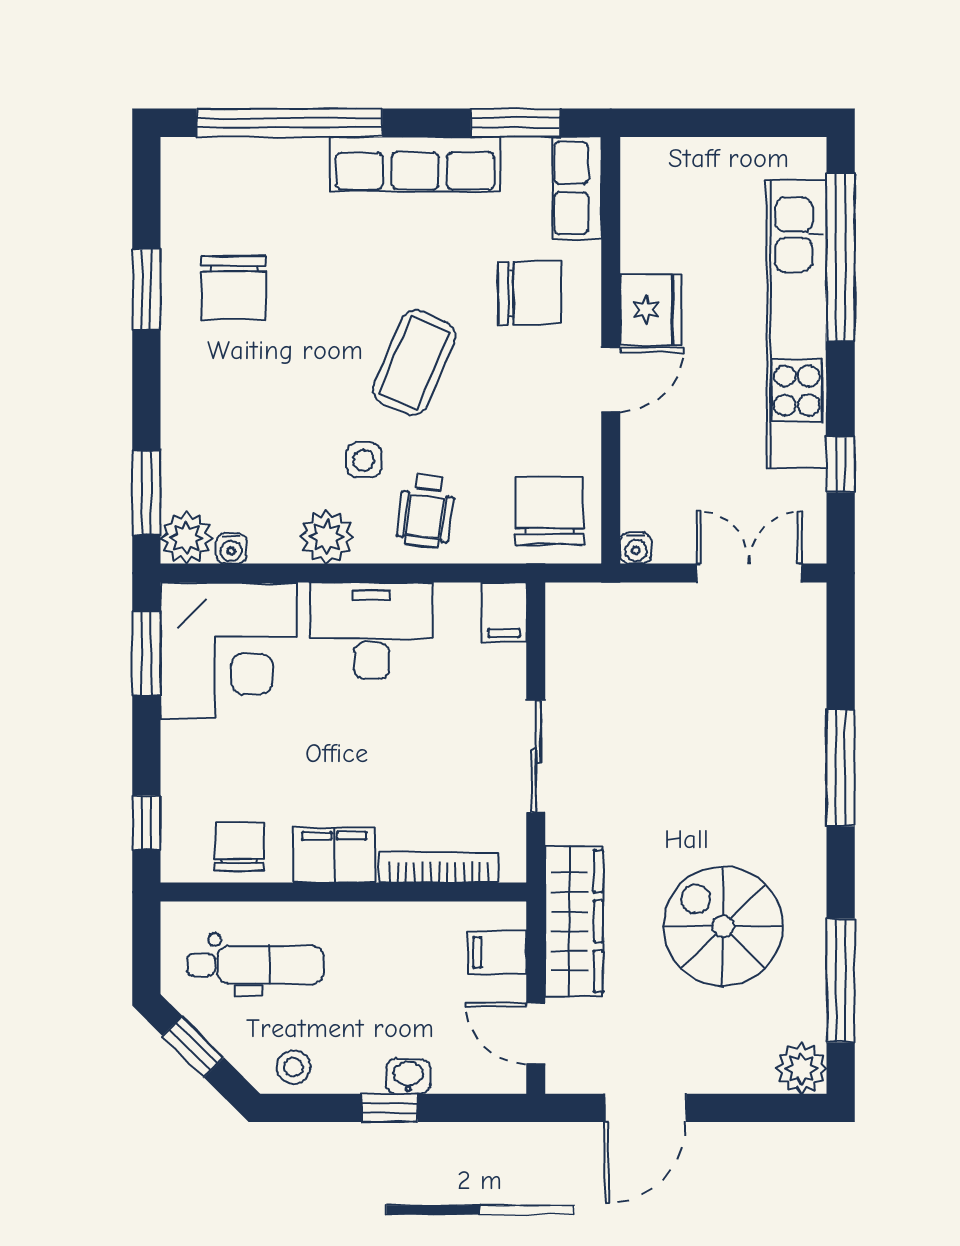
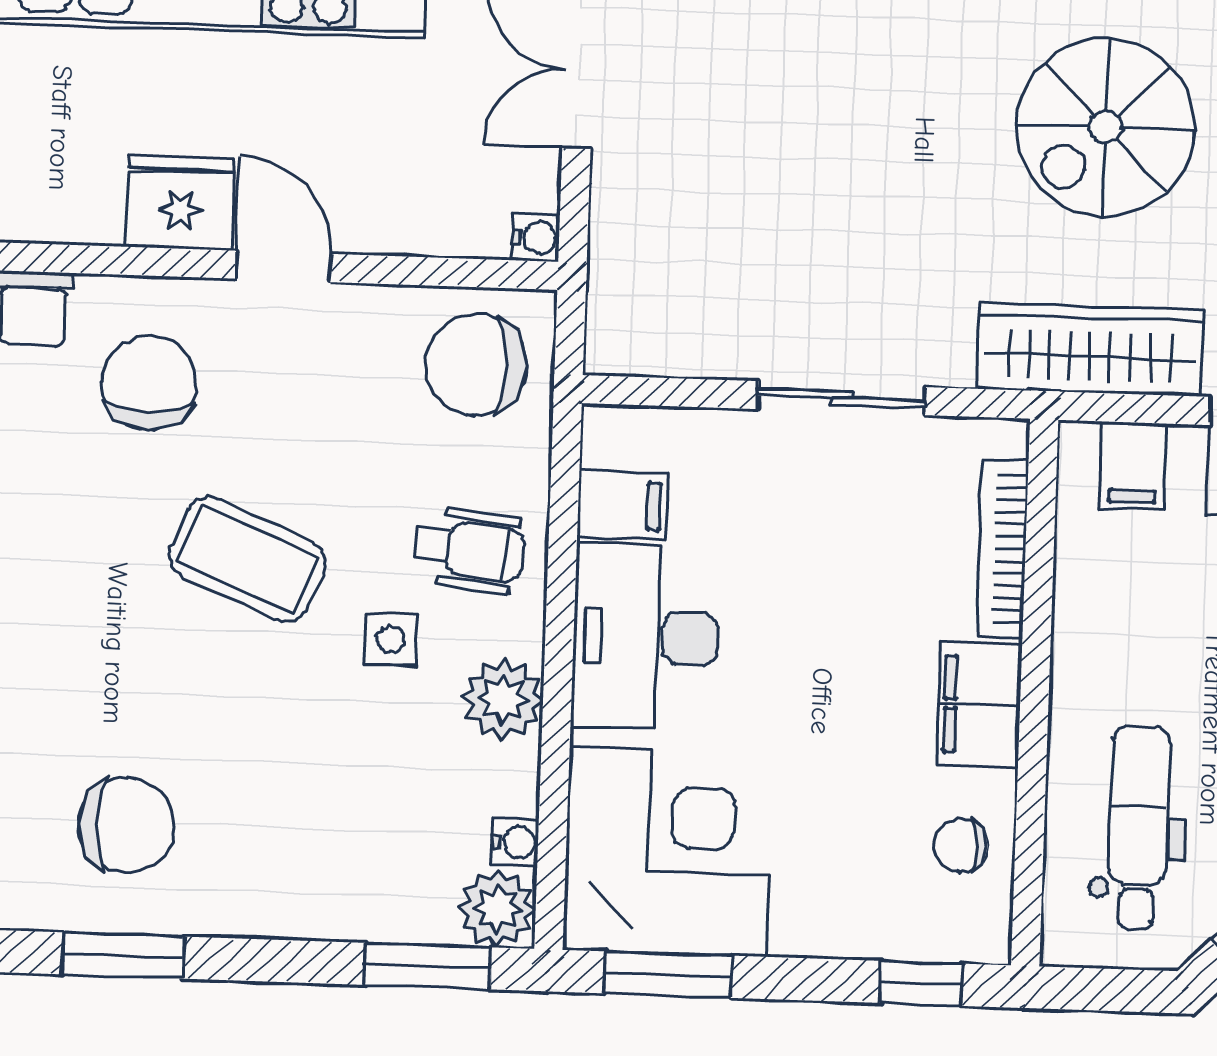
filing cabinet: (504, 612) -> (623, 505), moved
chair: (240, 846) -> (961, 845), width x0.73, depth x0.73

